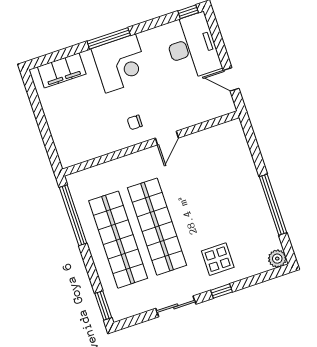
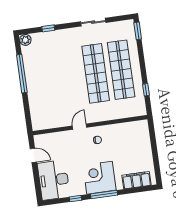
window: (188, 12) -> (75, 199), moved
window: (73, 215) -> (146, 90), width x0.32
display table: (218, 259) -> (62, 46), removed
window: (221, 291) -> (48, 28), moved

